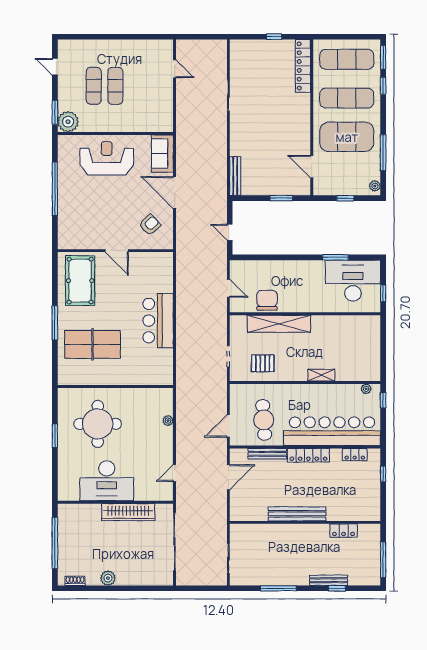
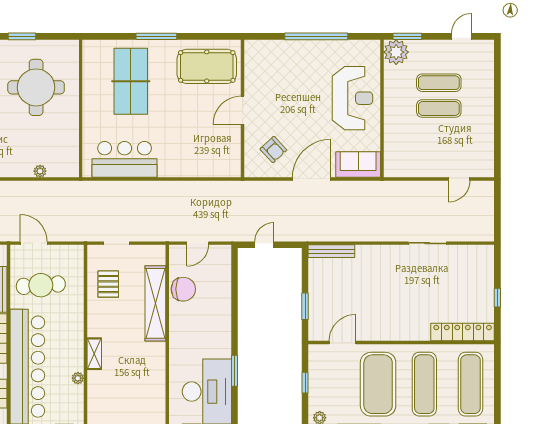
bar counter: (158, 321) -> (125, 159), moved
plant: (366, 389) -> (78, 378), moved

